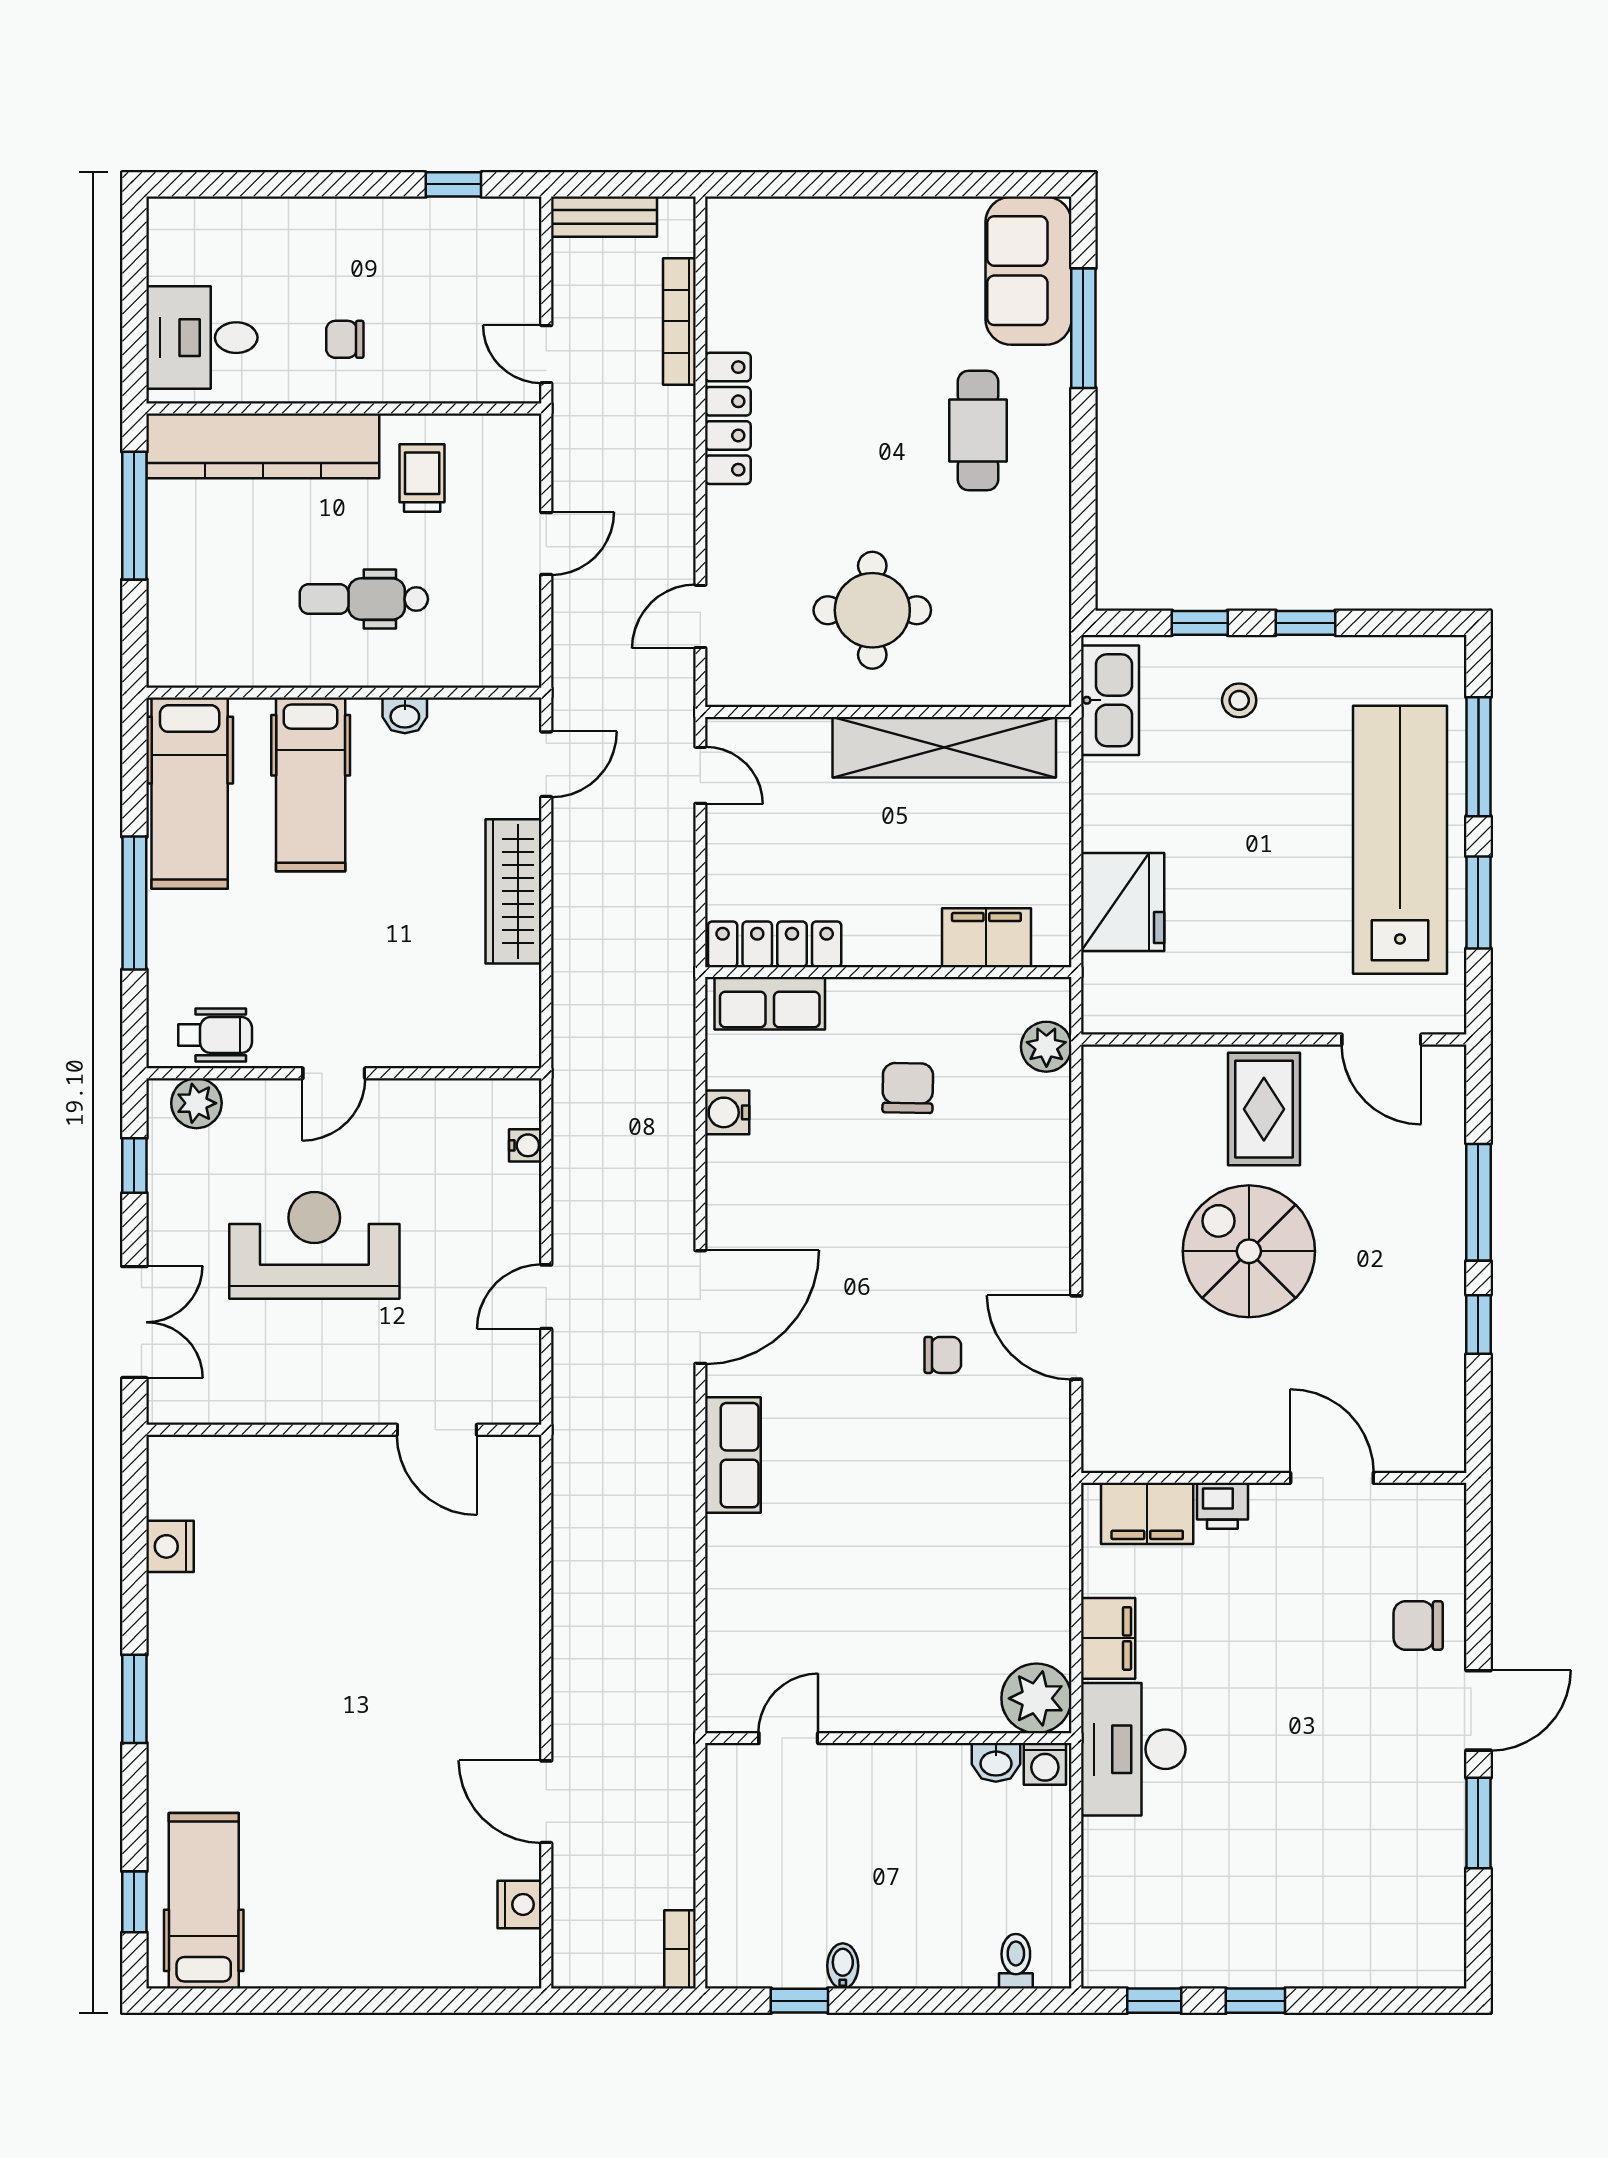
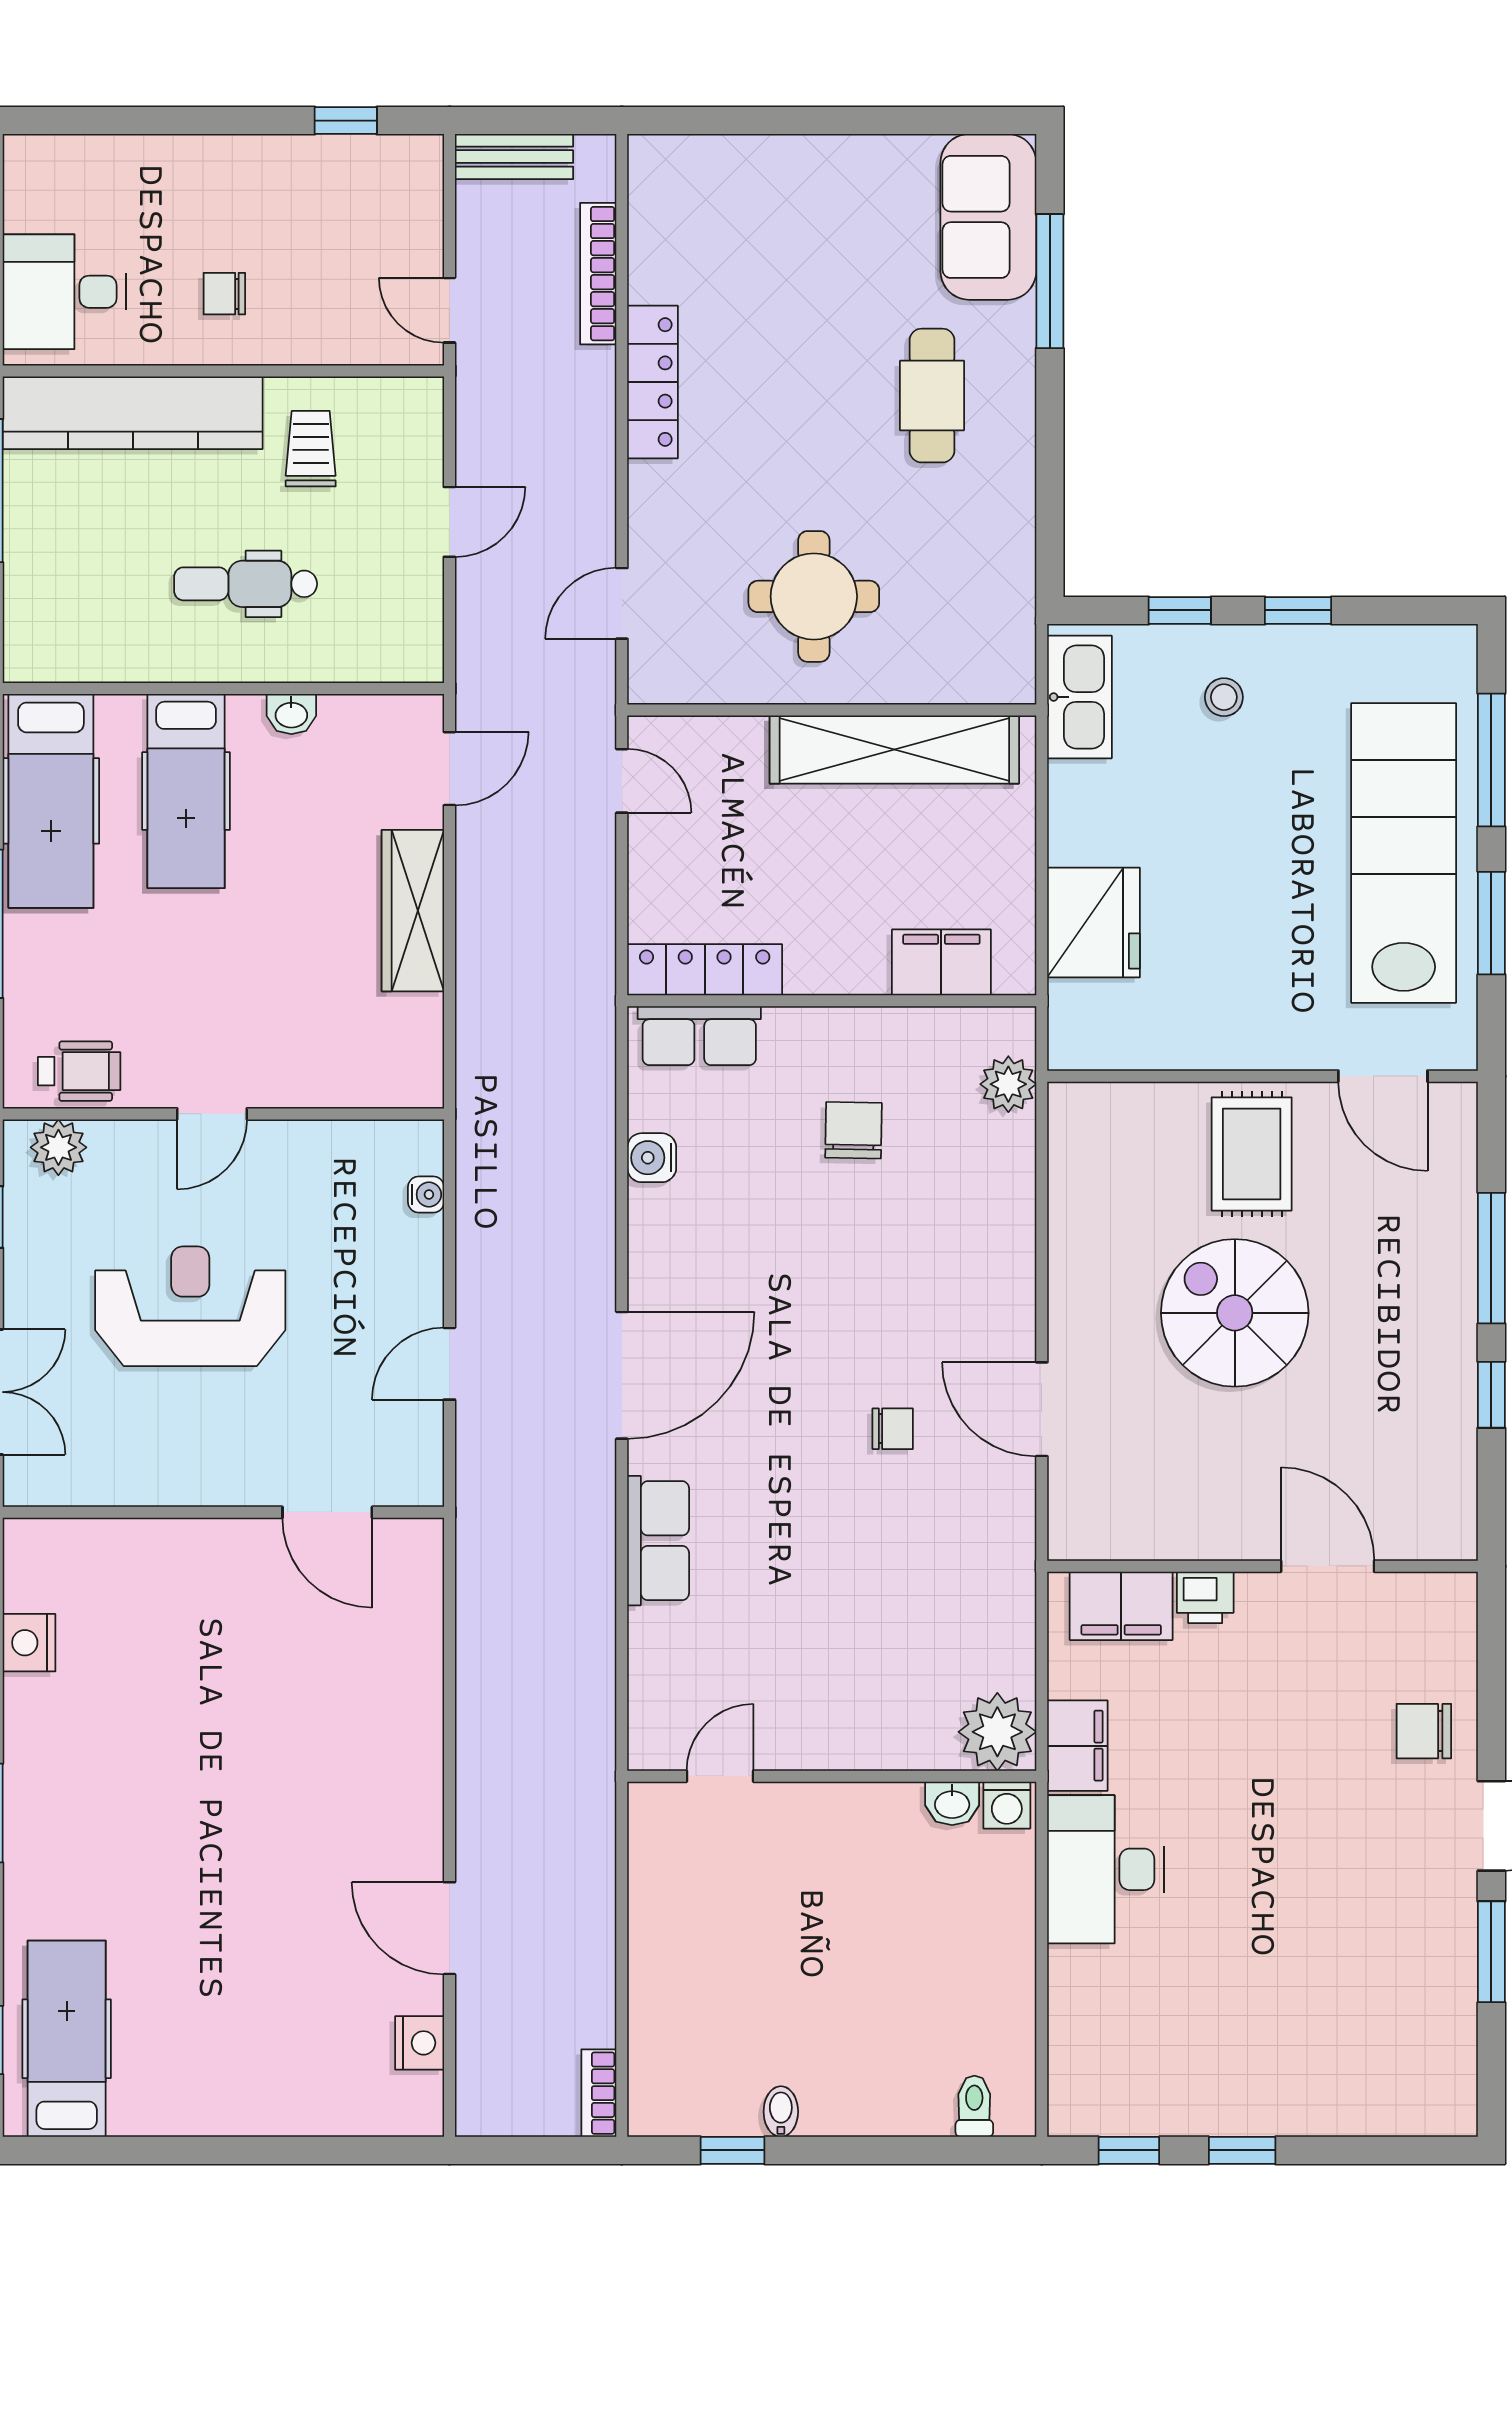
plant: (1036, 1698) -> (997, 1732), moved
door: (788, 1738) -> (720, 1776), moved
wall: (888, 1738) -> (832, 1776), moved
washbasin: (996, 1762) -> (952, 1803), moved
washing machine: (1045, 1764) -> (1007, 1805), moved

